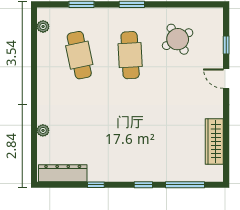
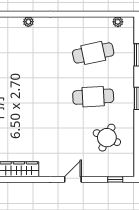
round table: (178, 39) -> (107, 138), turned -36
window: (226, 45) -> (115, 179), moved

